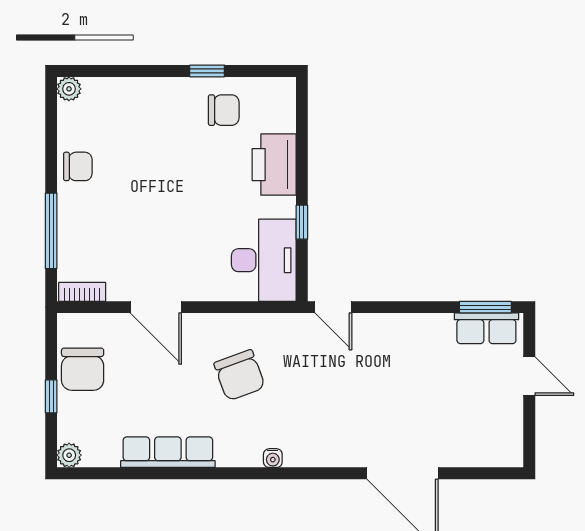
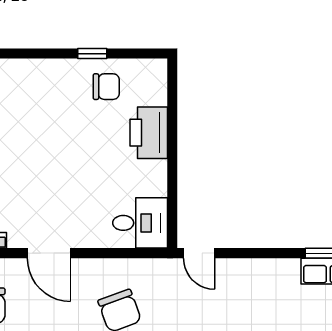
window: (302, 222) -> (172, 181), removed
desk: (264, 260) -> (140, 223), width x0.73

